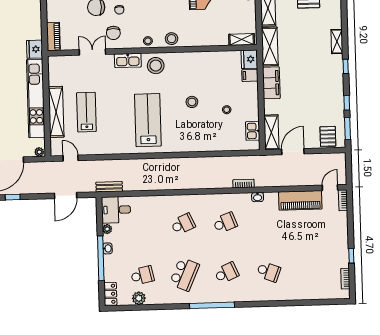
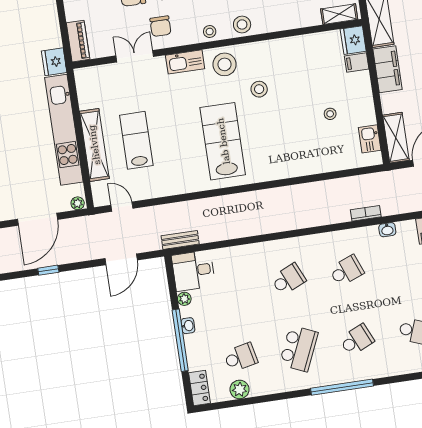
stool: (192, 102) -> (259, 89), moved

